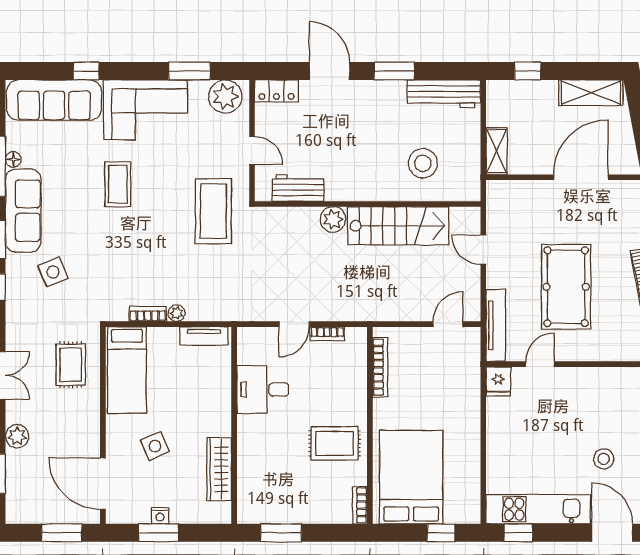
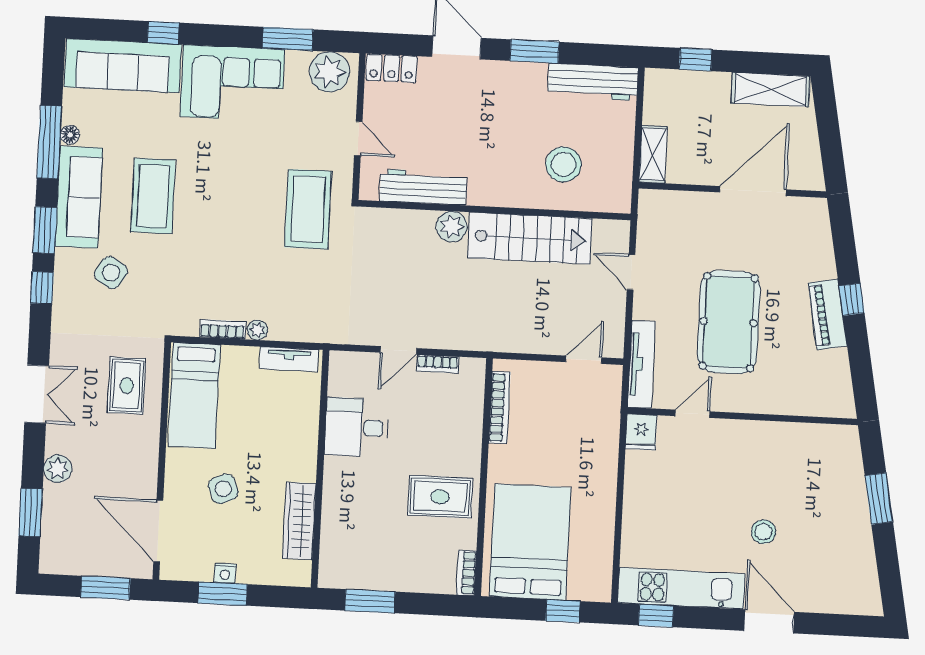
coffee table: (118, 184) -> (153, 196), moved, width x1.36, depth x1.32
workbench: (298, 188) -> (423, 187), width x1.38
side table: (53, 272) -> (111, 273), turned -34

